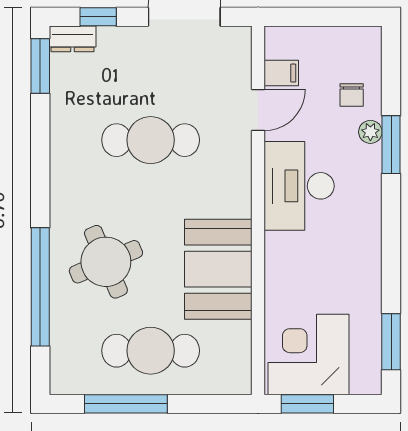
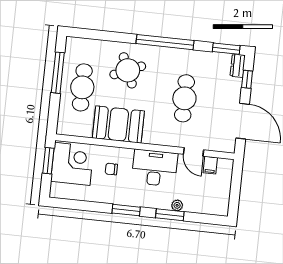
chair: (352, 95) -> (111, 169), moved
window: (40, 287) -> (165, 42), moved
window: (391, 342) -> (126, 210), moved

